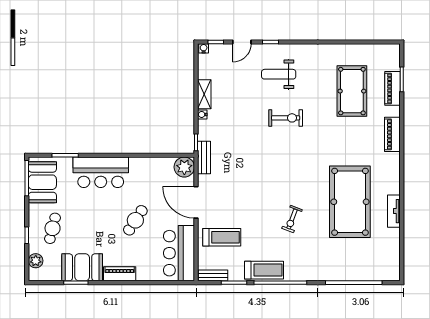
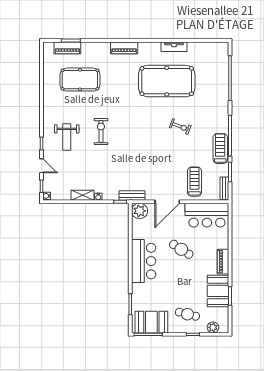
piano: (392, 88) -> (67, 48), moved
piano: (392, 134) -> (124, 48), moved
bar counter: (101, 172) -> (144, 261), moved

